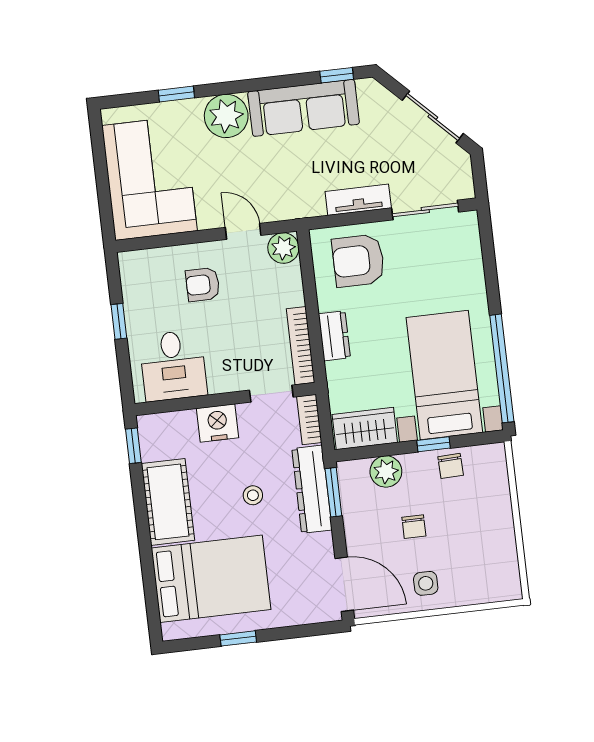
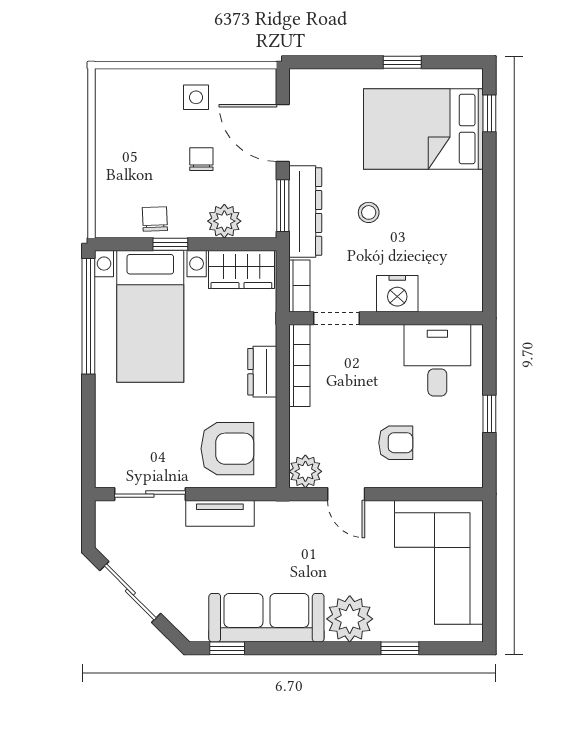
window: (133, 446) -> (489, 113), moved
cot: (168, 502) -> (460, 216), removed
door: (344, 584) -> (283, 133), moved

